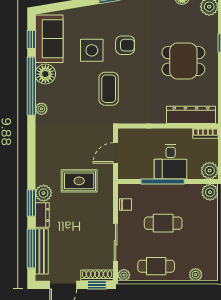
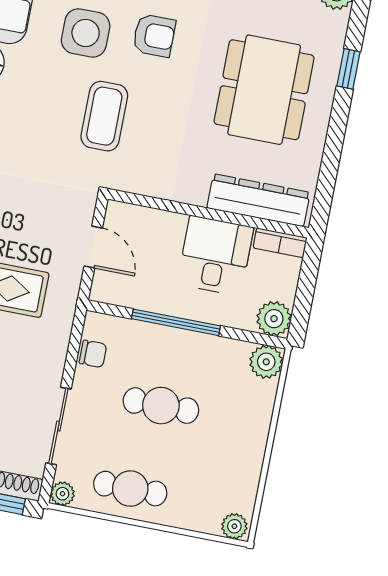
dining table: (183, 61) -> (264, 90), width x1.38
door: (116, 153) -> (93, 247), swing flipped
desk: (171, 162) -> (215, 256), moved, turned 180
plant: (196, 275) -> (234, 526), moved

